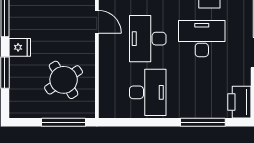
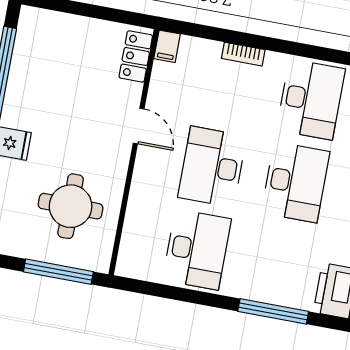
desk: (202, 39) -> (295, 182), turned 90
round table: (64, 80) -> (71, 206), turned 33

